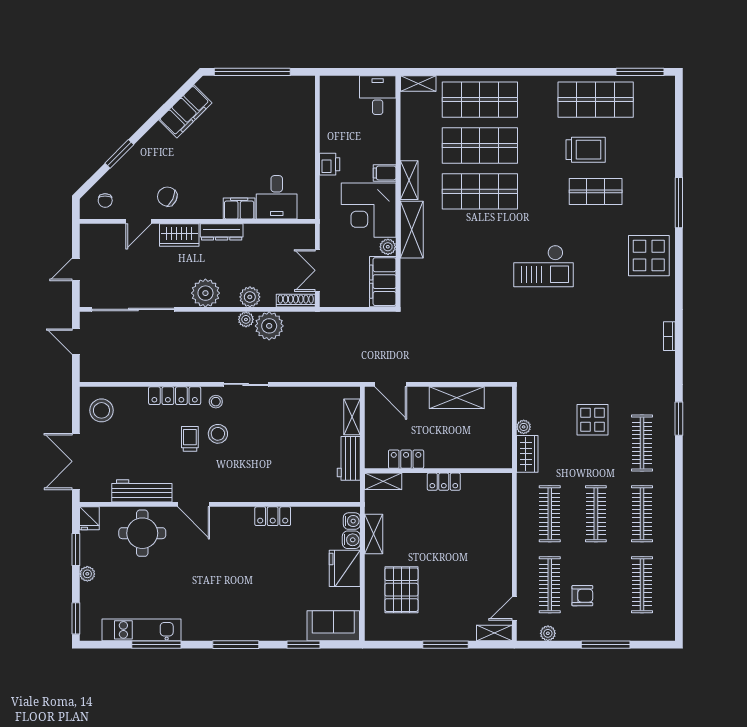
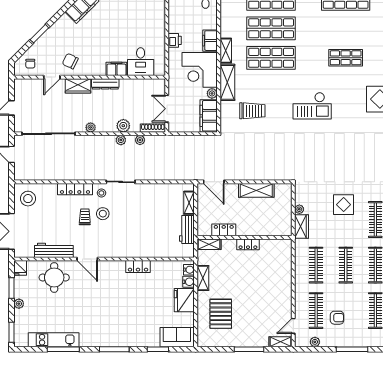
trolley: (586, 150) -> (252, 111), moved
filing cabinet: (385, 173) -> (210, 41), width x2.00
plant: (205, 293) -> (91, 127), width x0.53, depth x0.53
plant: (269, 326) -> (140, 140), width x0.53, depth x0.53

